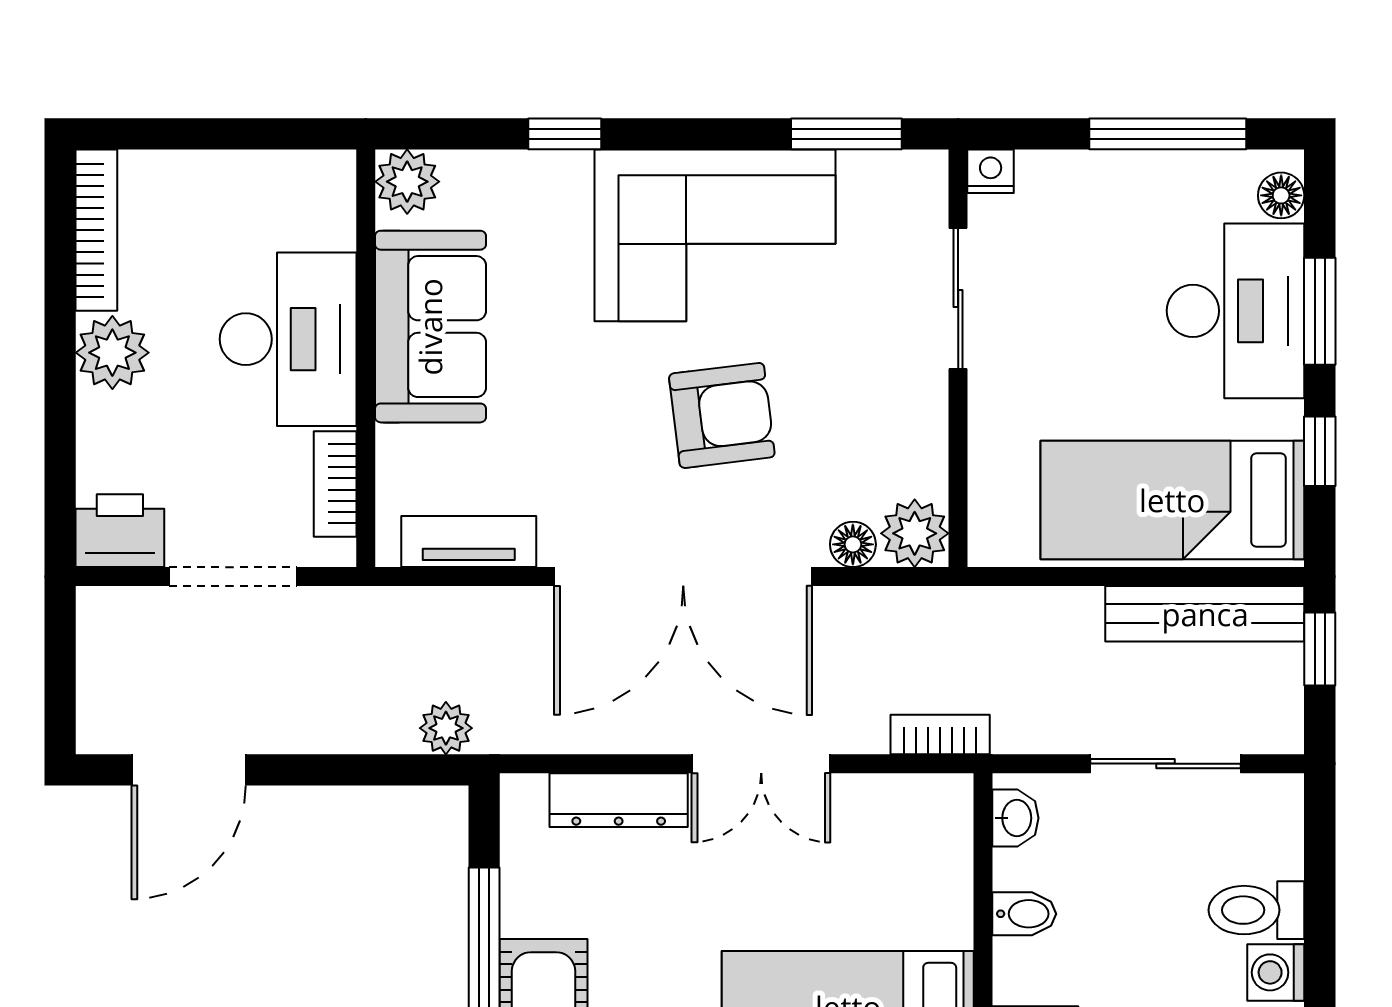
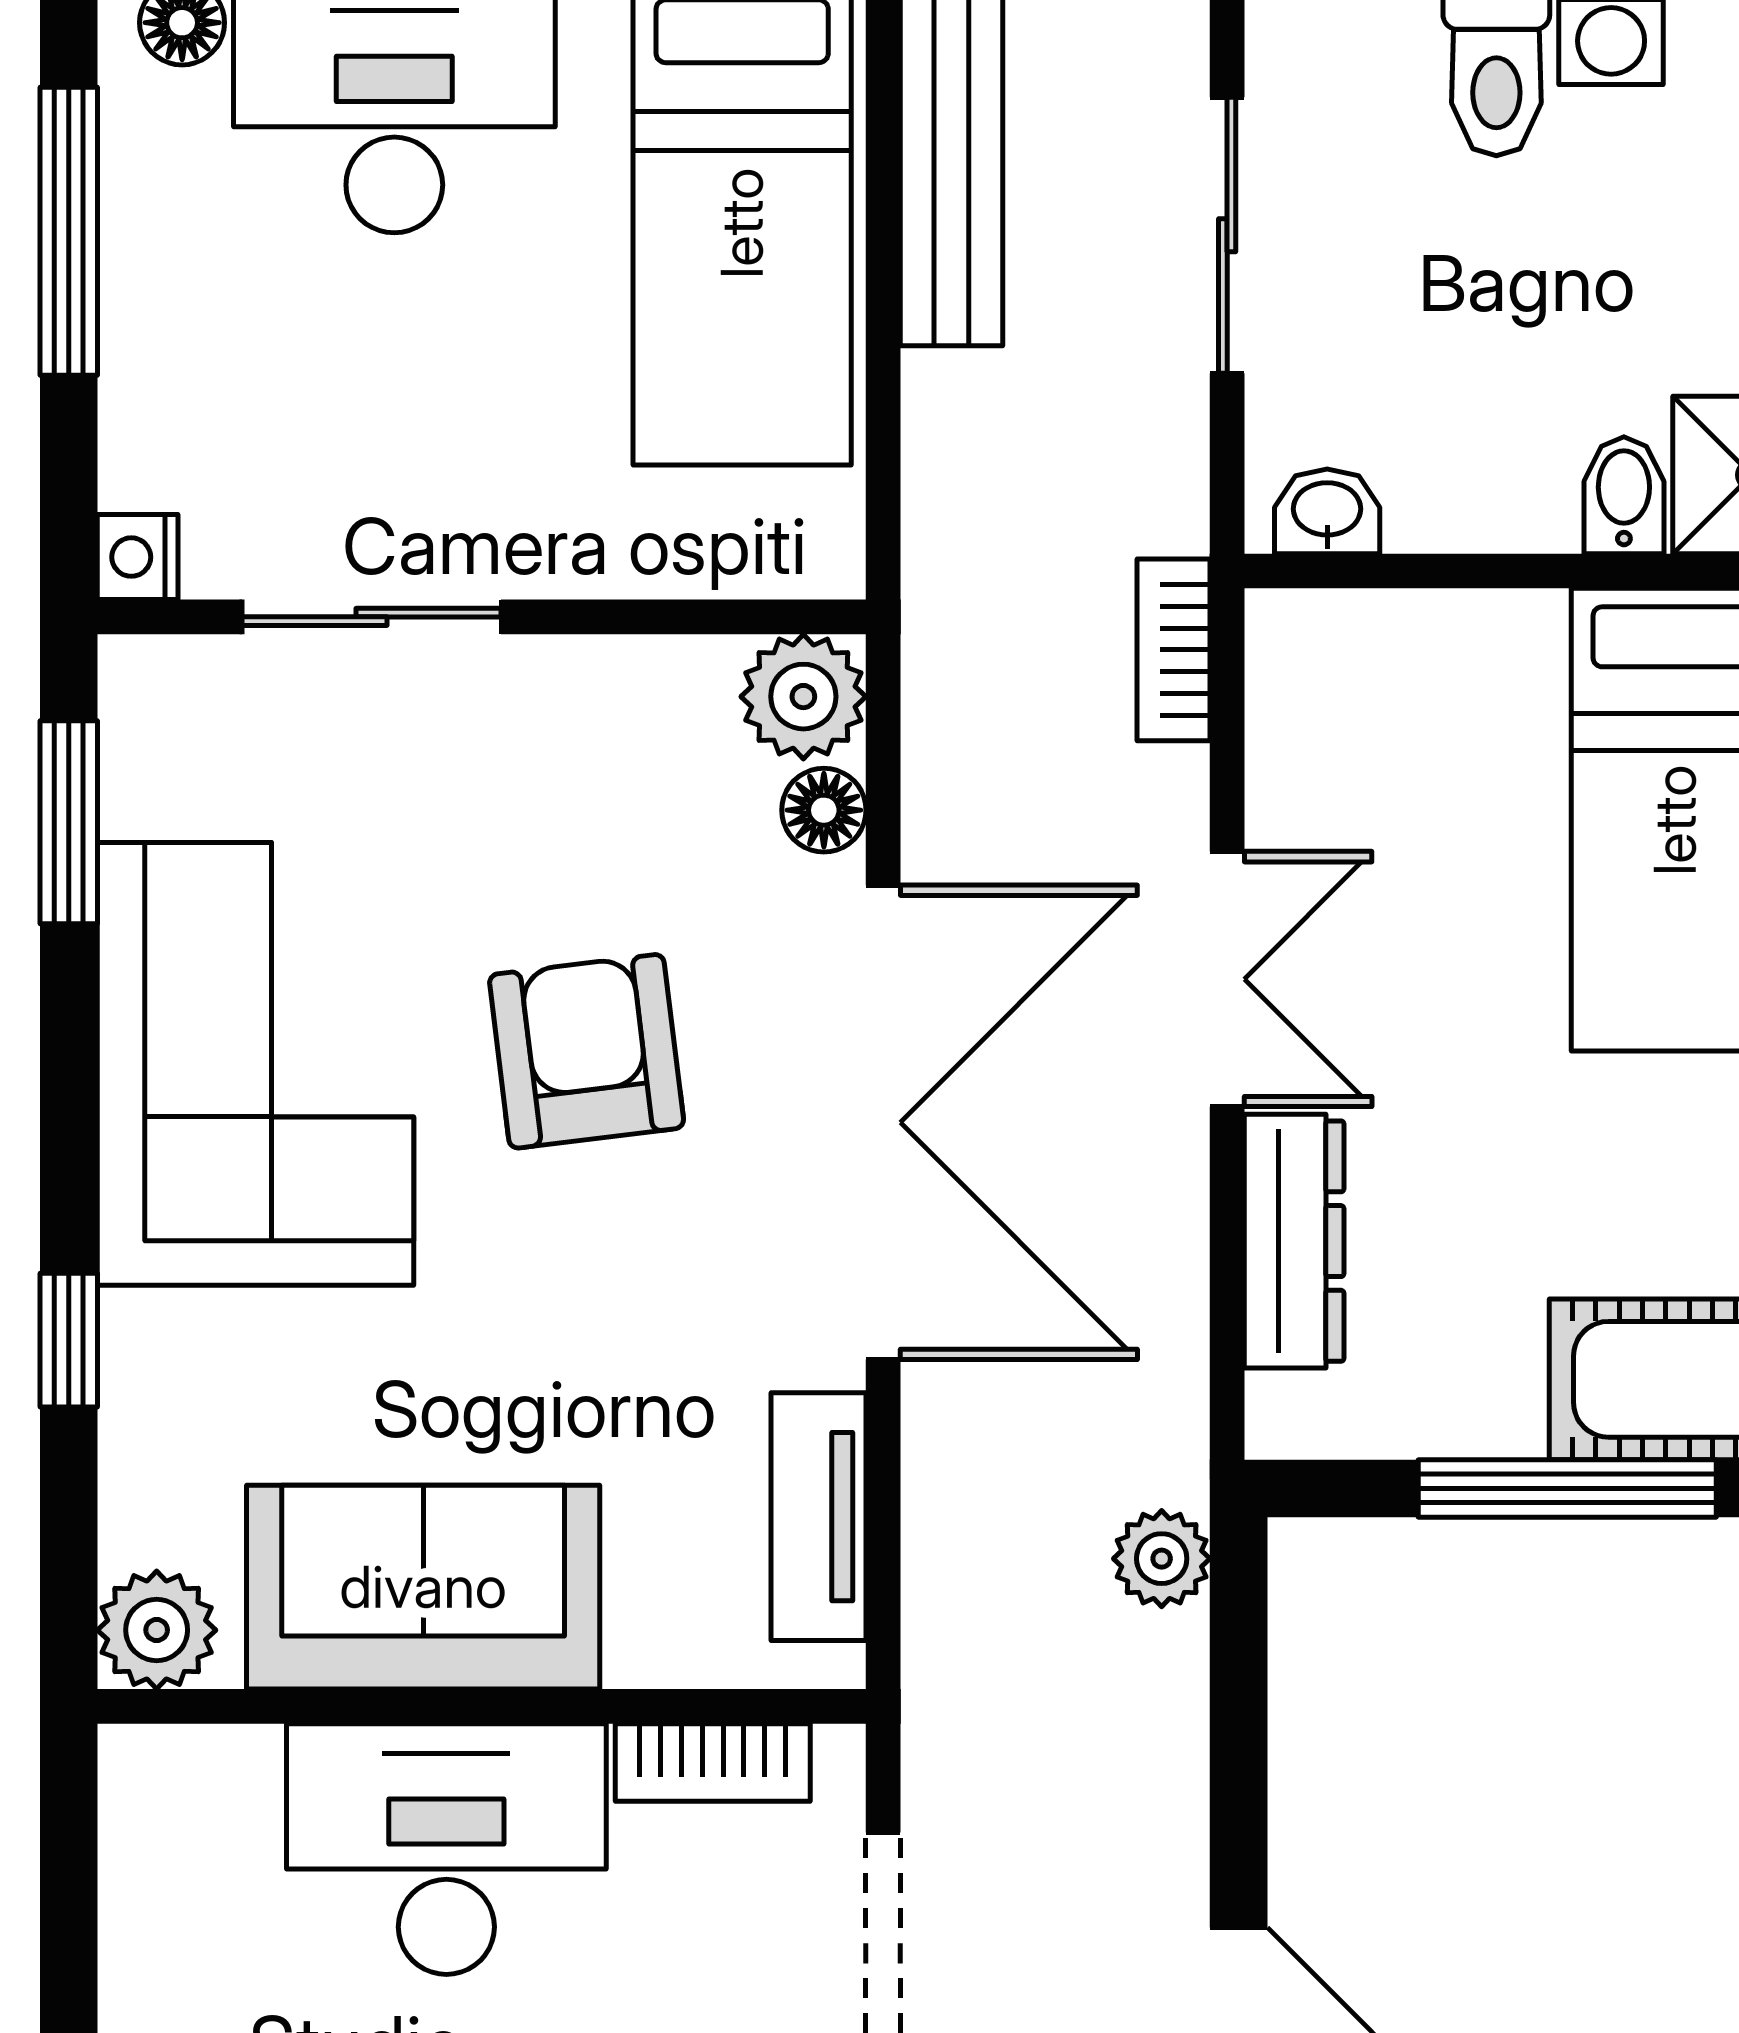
bidet: (1024, 914) -> (1624, 495), moved

